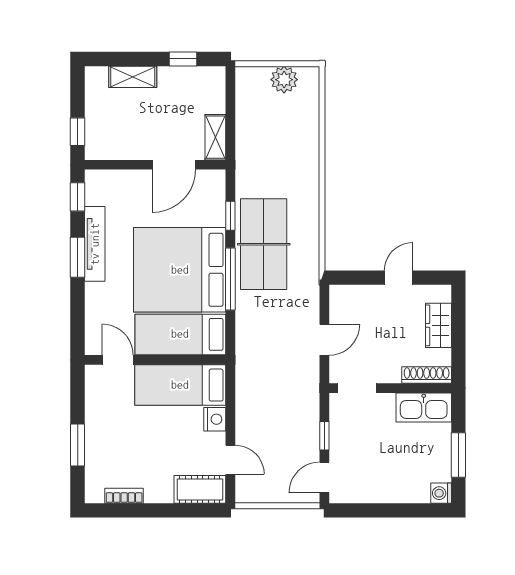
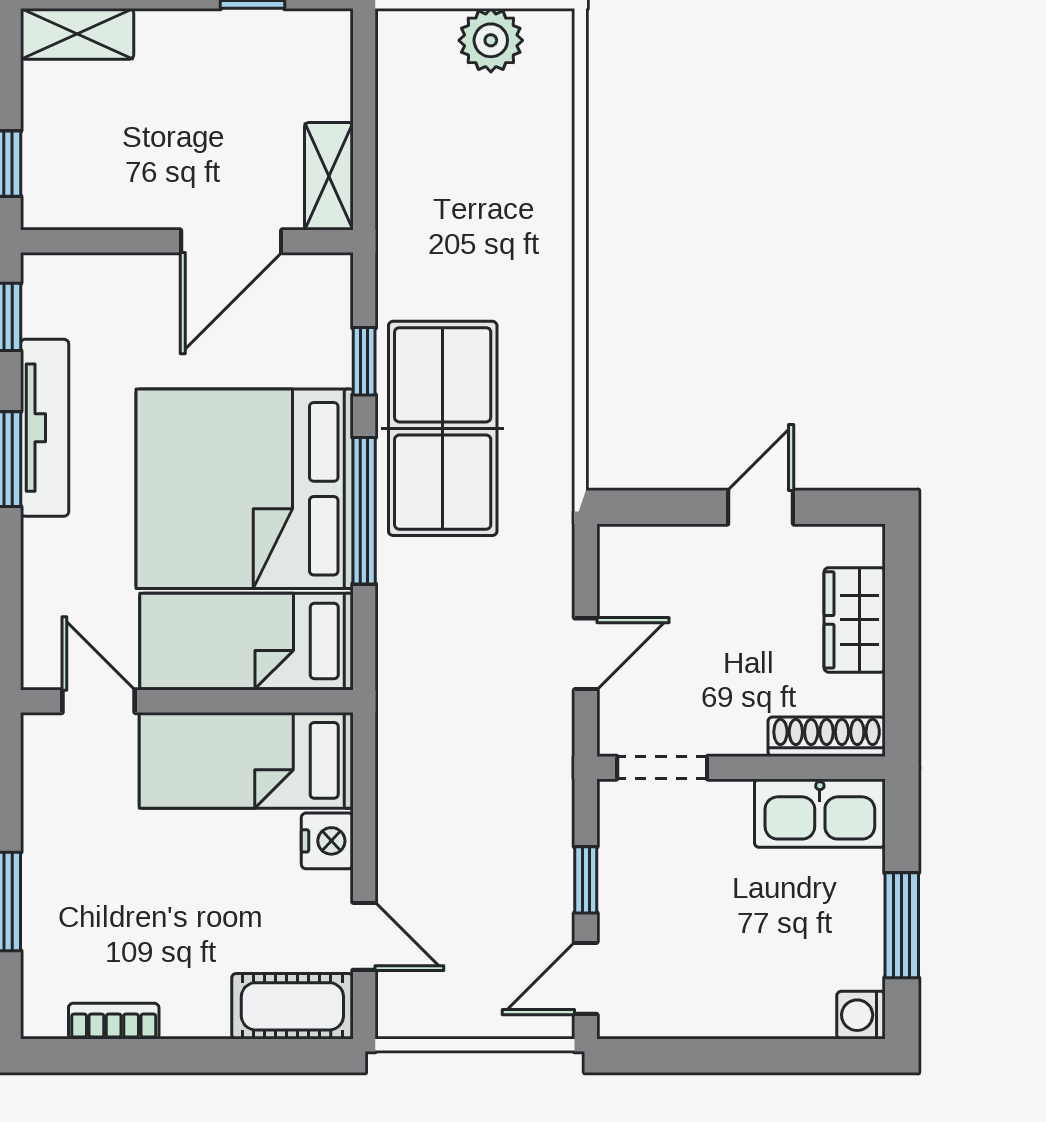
shelving: (133, 77) -> (77, 34), moved

